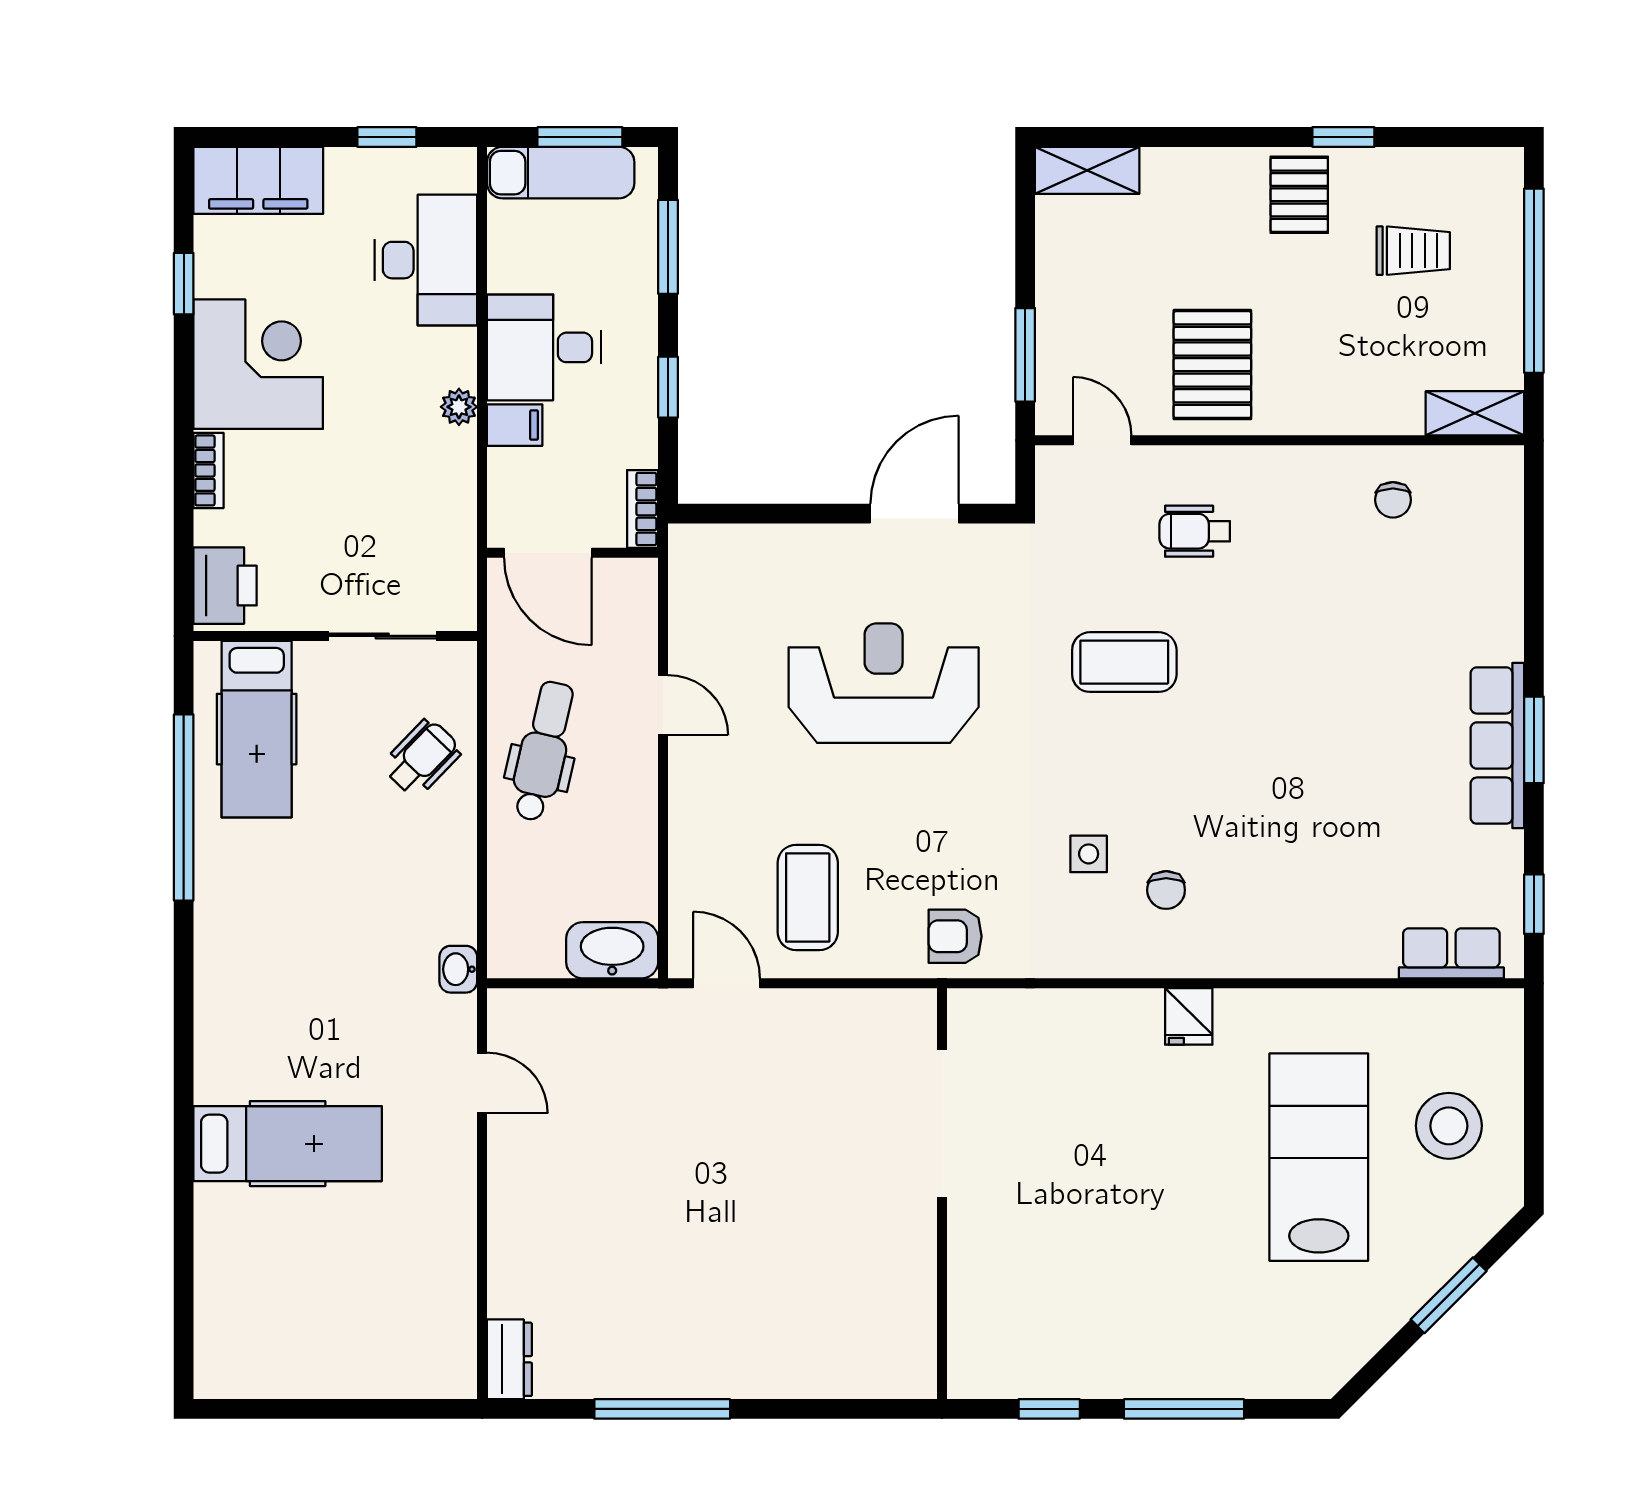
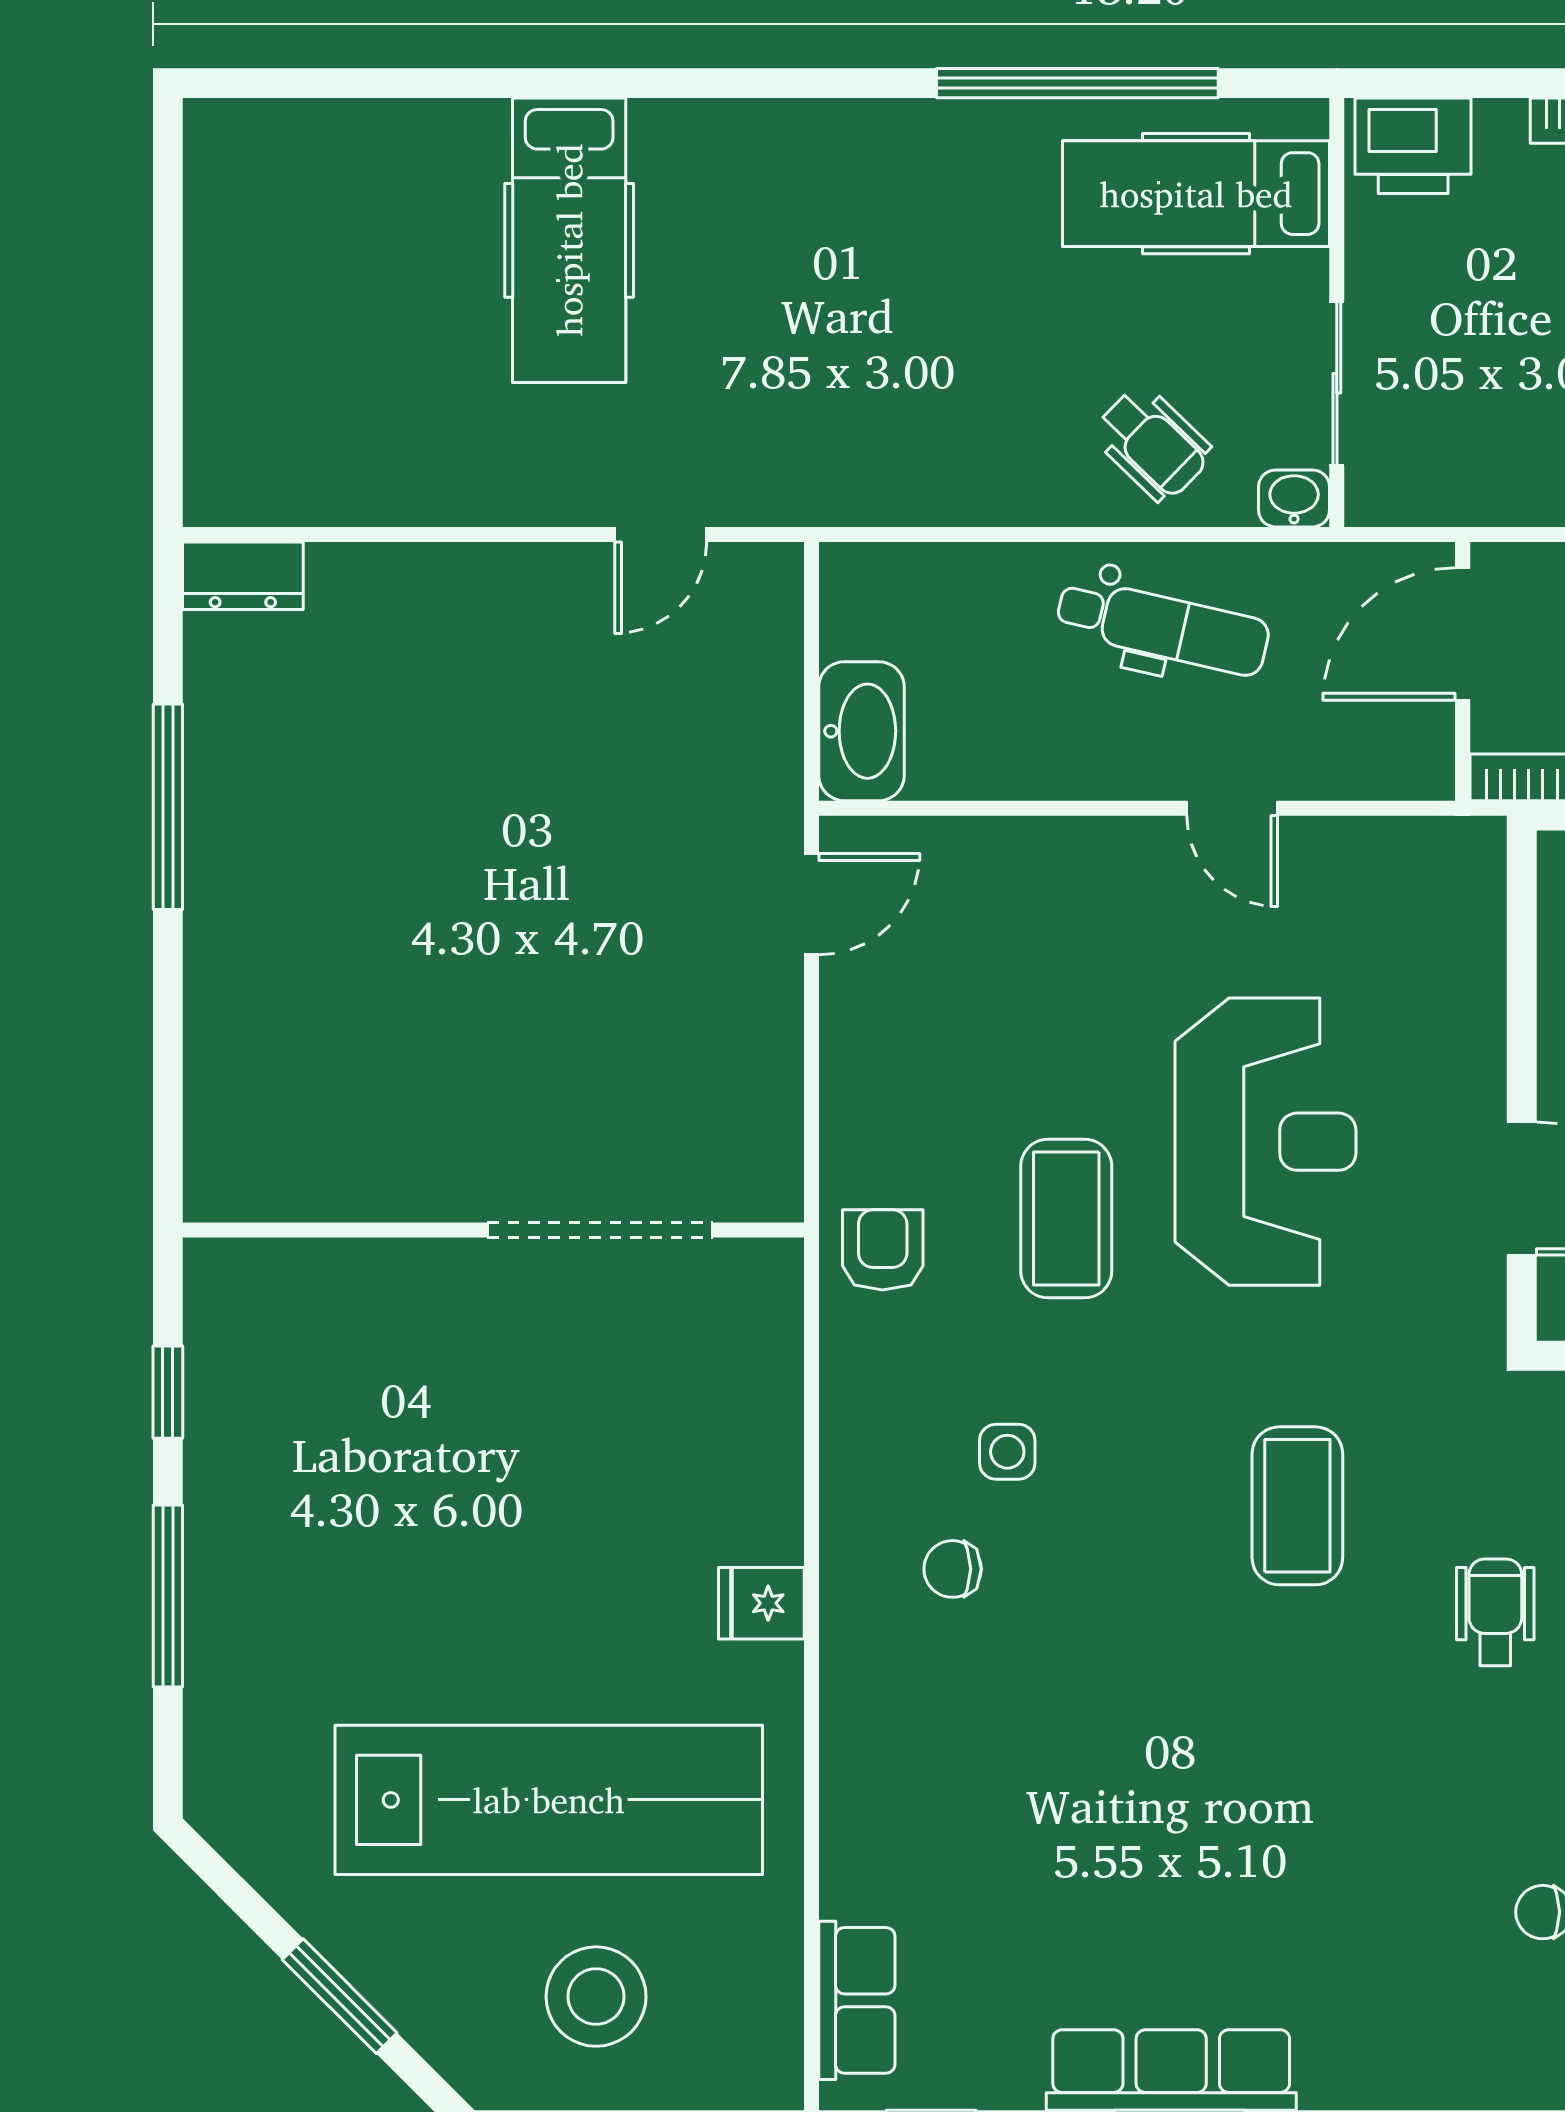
door: (663, 705) -> (1232, 808), hinge flipped
coffee table: (808, 897) -> (1066, 1218), moved, turned 90
washbasin: (458, 969) -> (1294, 498), moved
lab bench: (1319, 1157) -> (549, 1800), width x1.36

